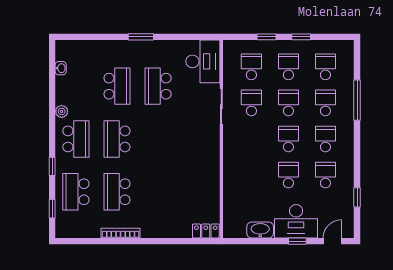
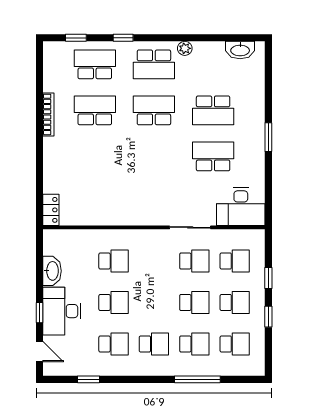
washbasin: (61, 68) -> (240, 50), width x1.91, depth x1.45
school desk: (288, 139) -> (114, 261), moved

